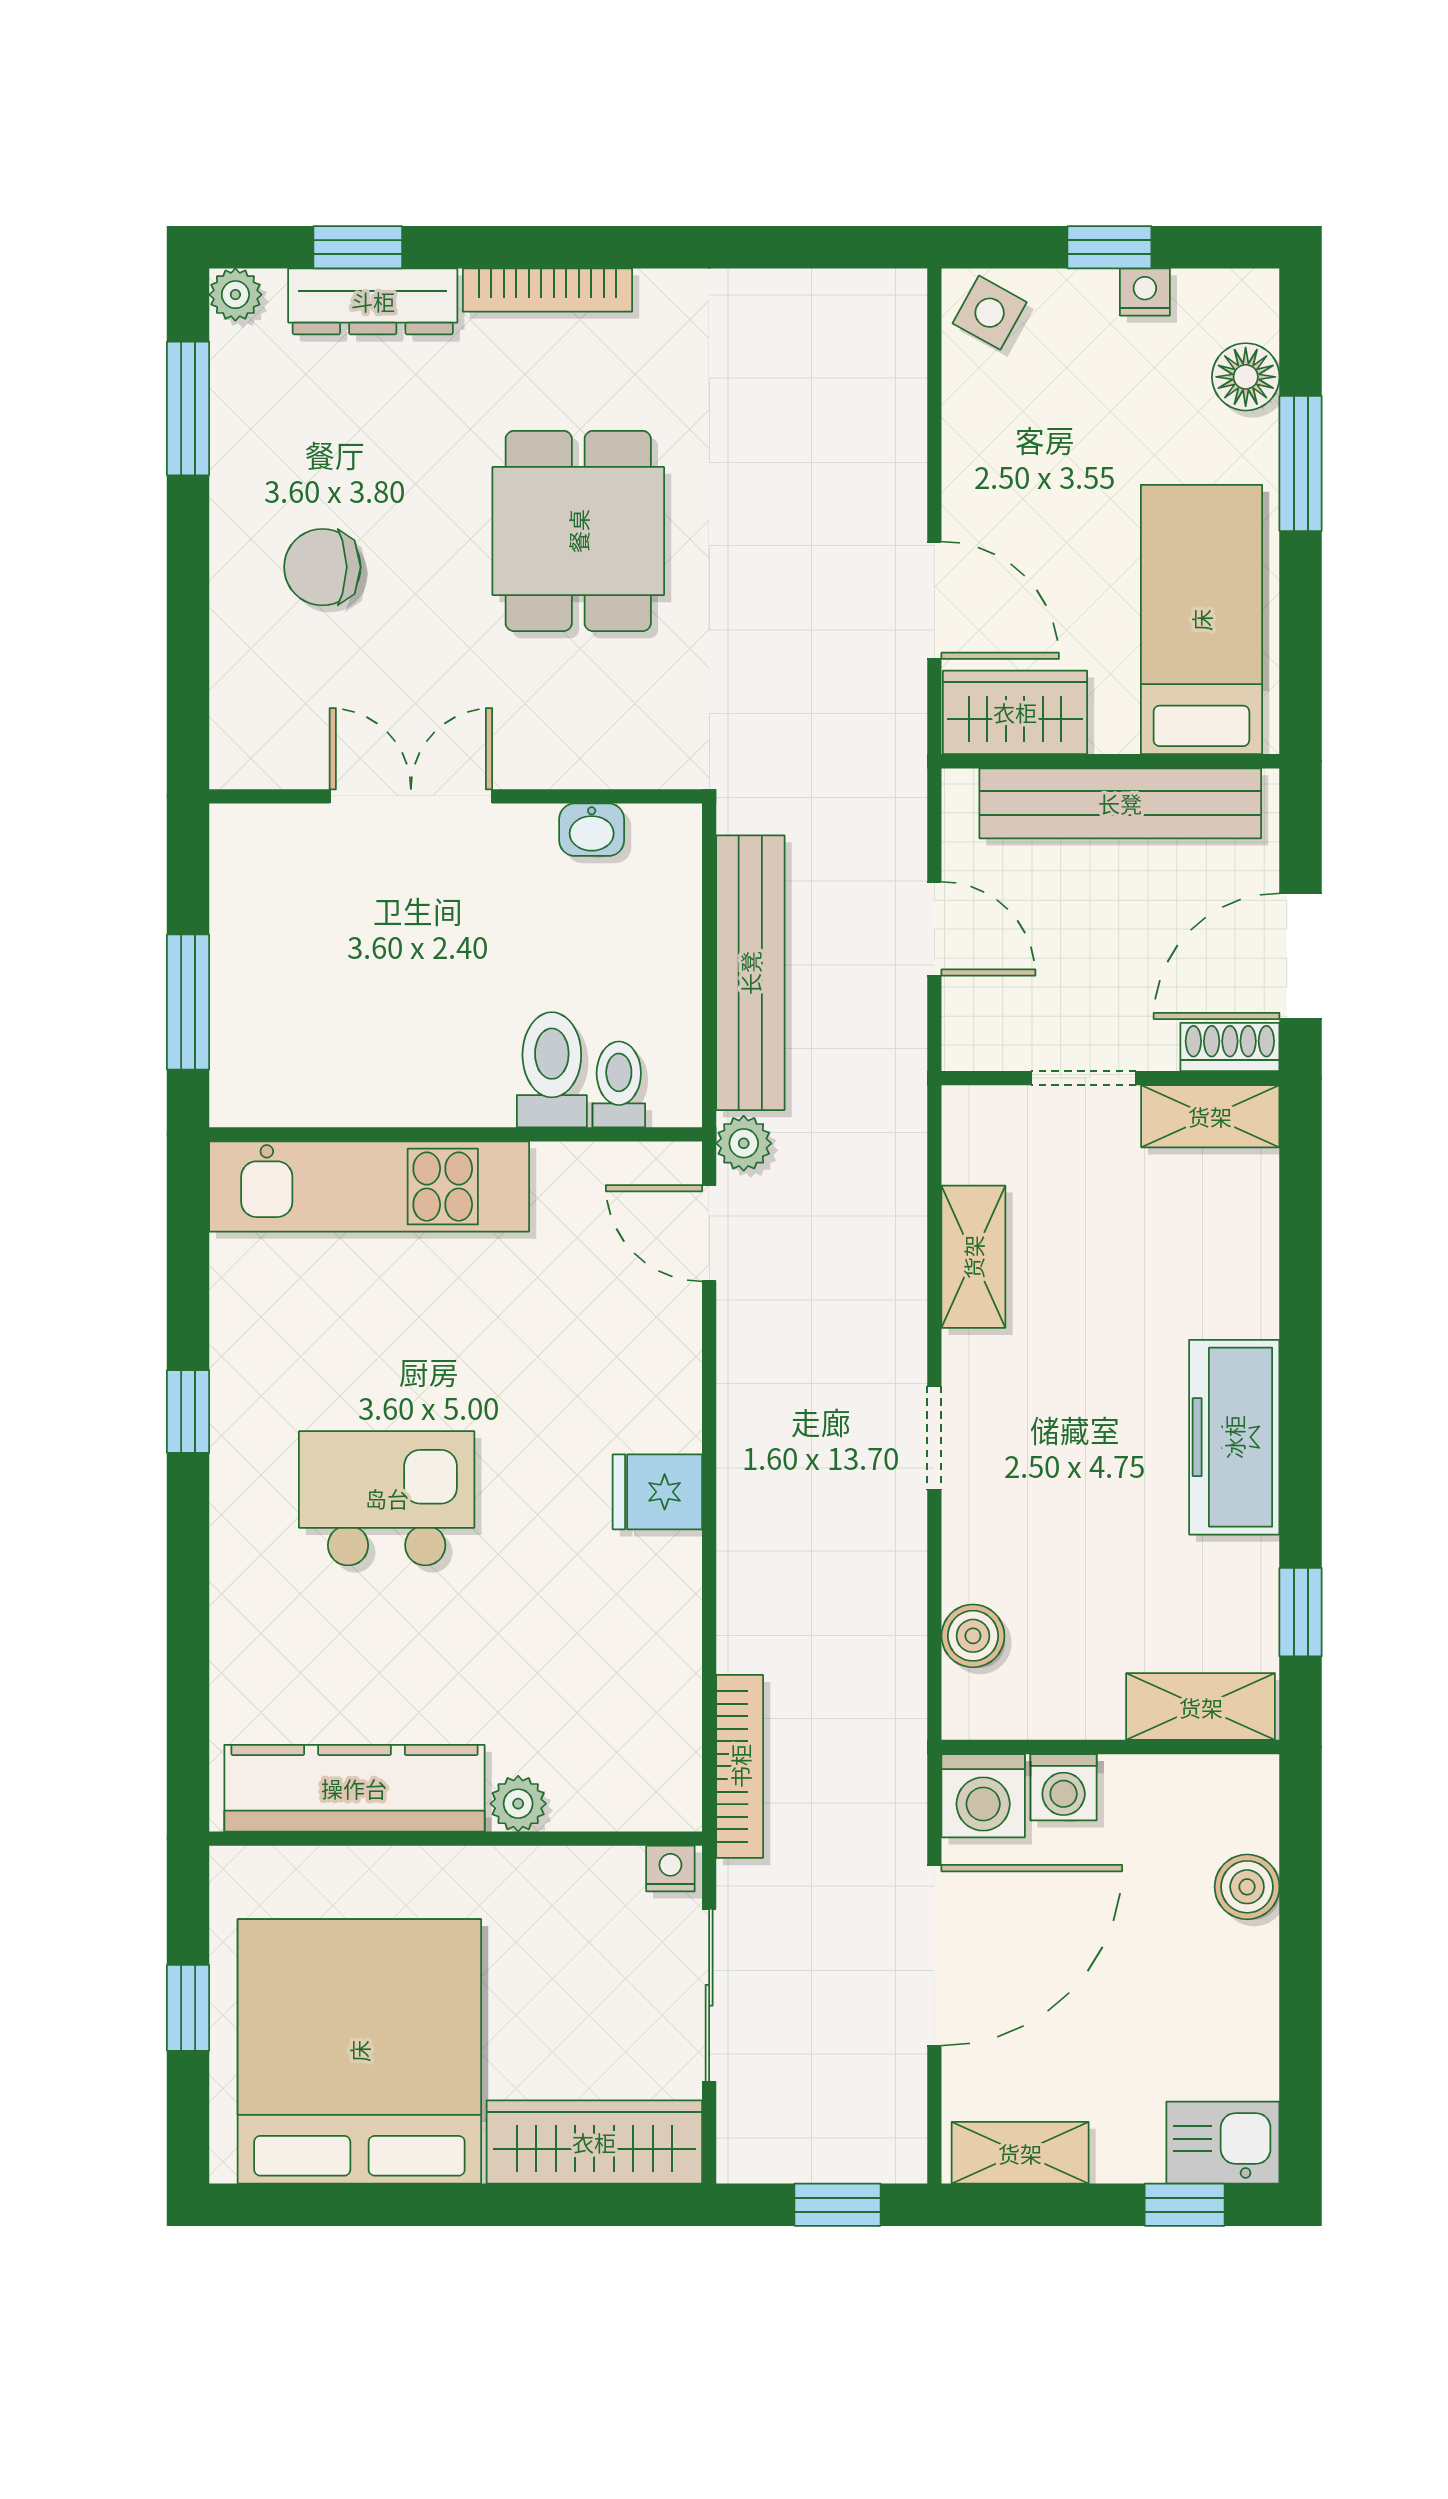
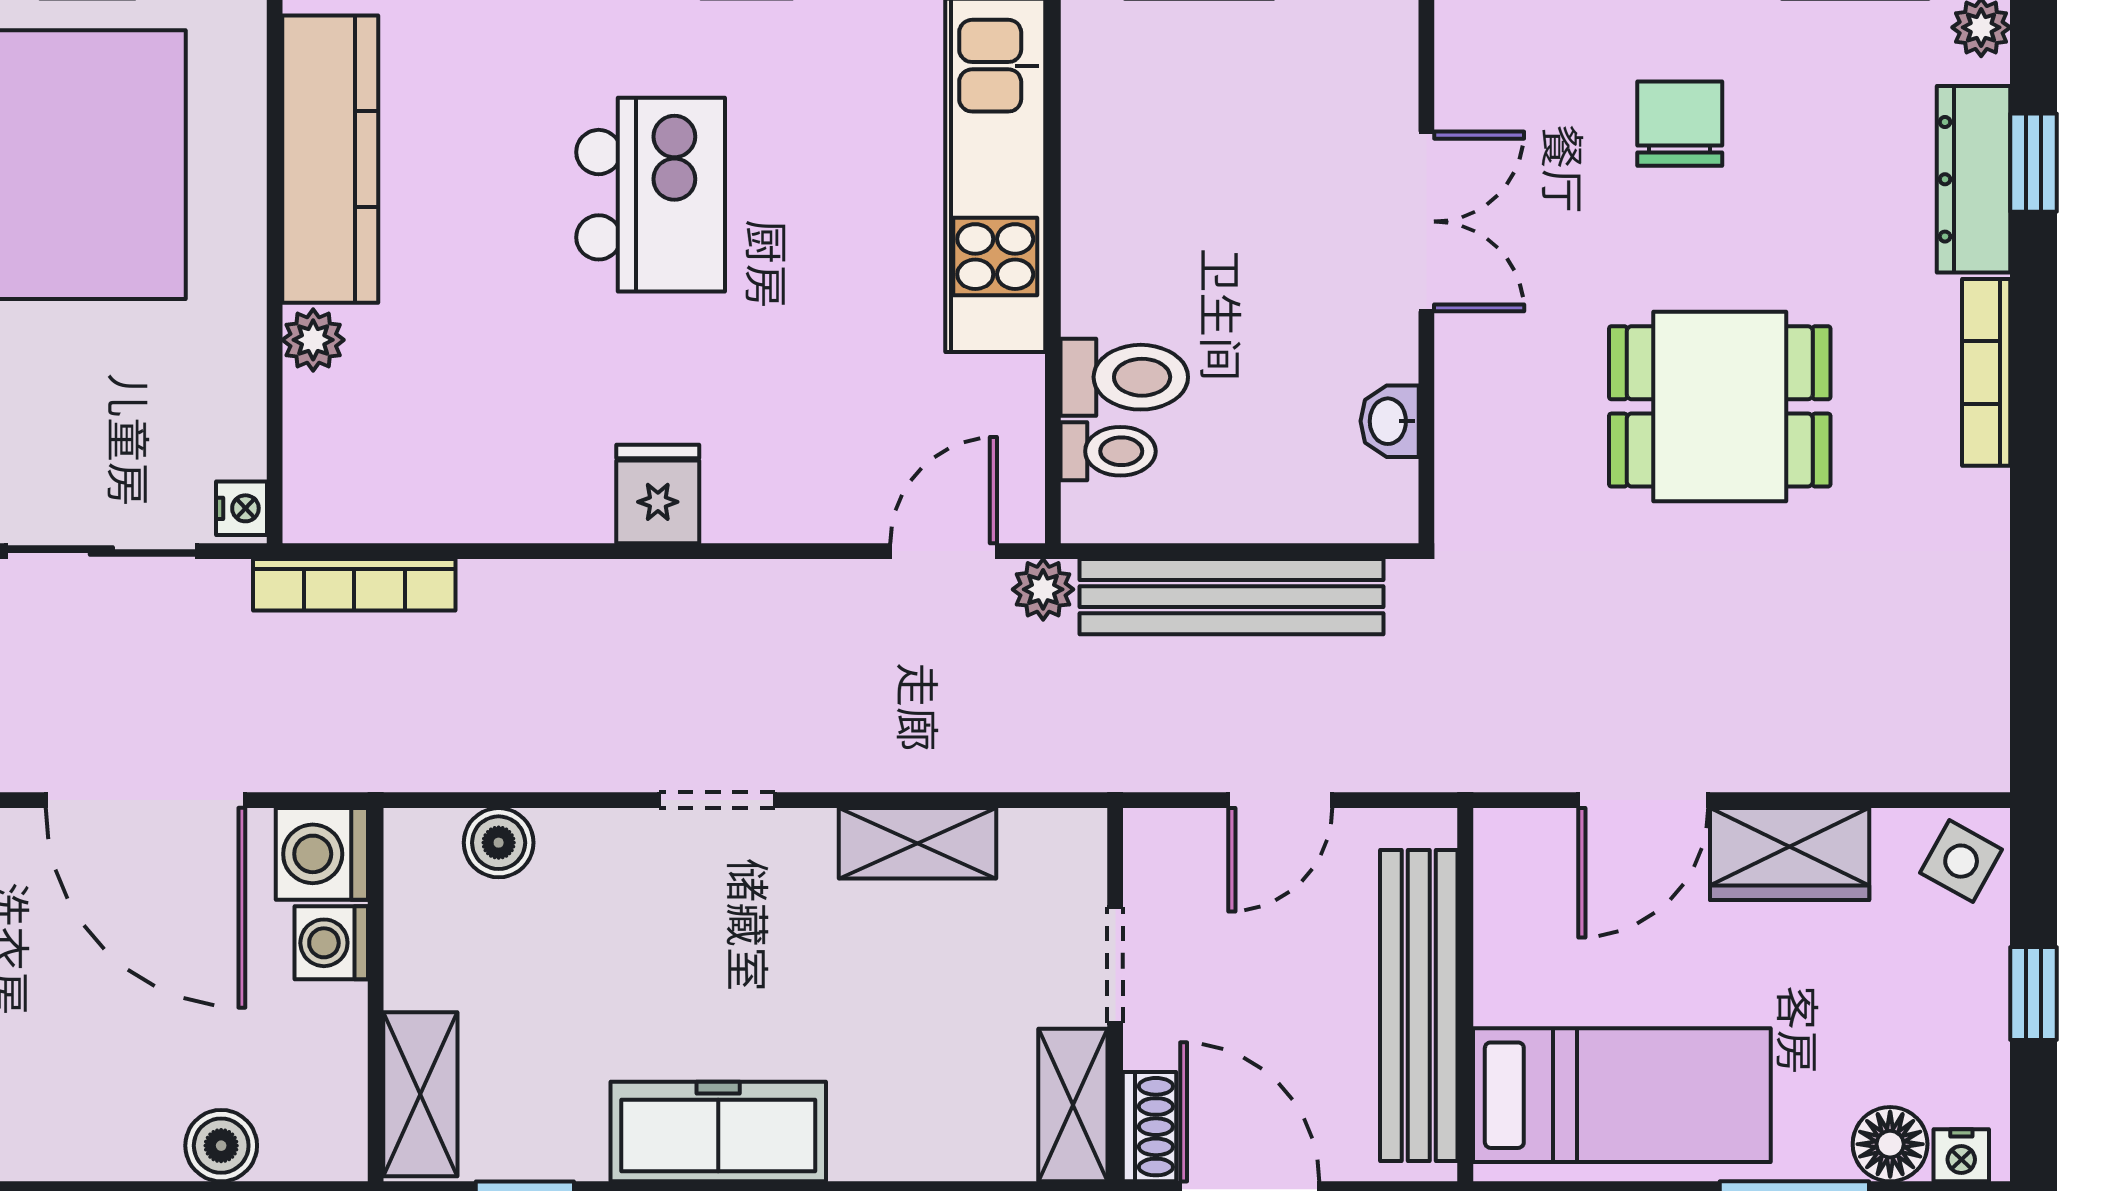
nightstand: (1145, 292) -> (1961, 1155), moved, turned 90
wardrobe: (1015, 712) -> (1790, 854), moved, turned 90

